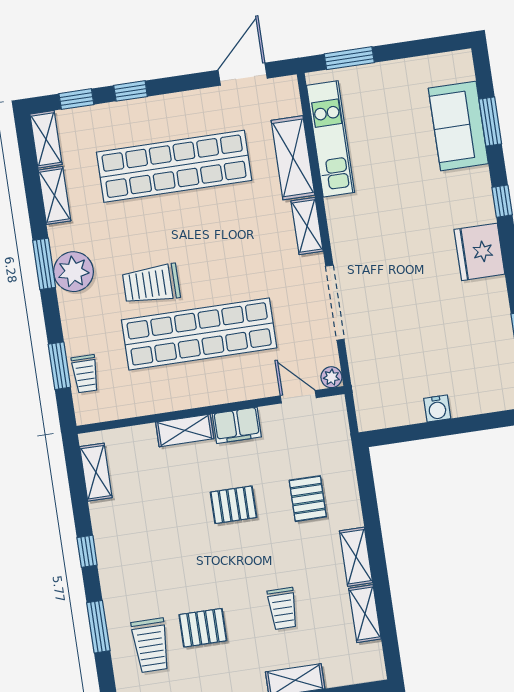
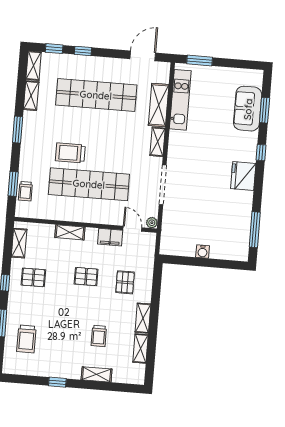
plant: (73, 272) -> (32, 137), removed
filing cabinet: (237, 425) -> (110, 237), moved
pallet: (203, 628) -> (33, 277), moved

